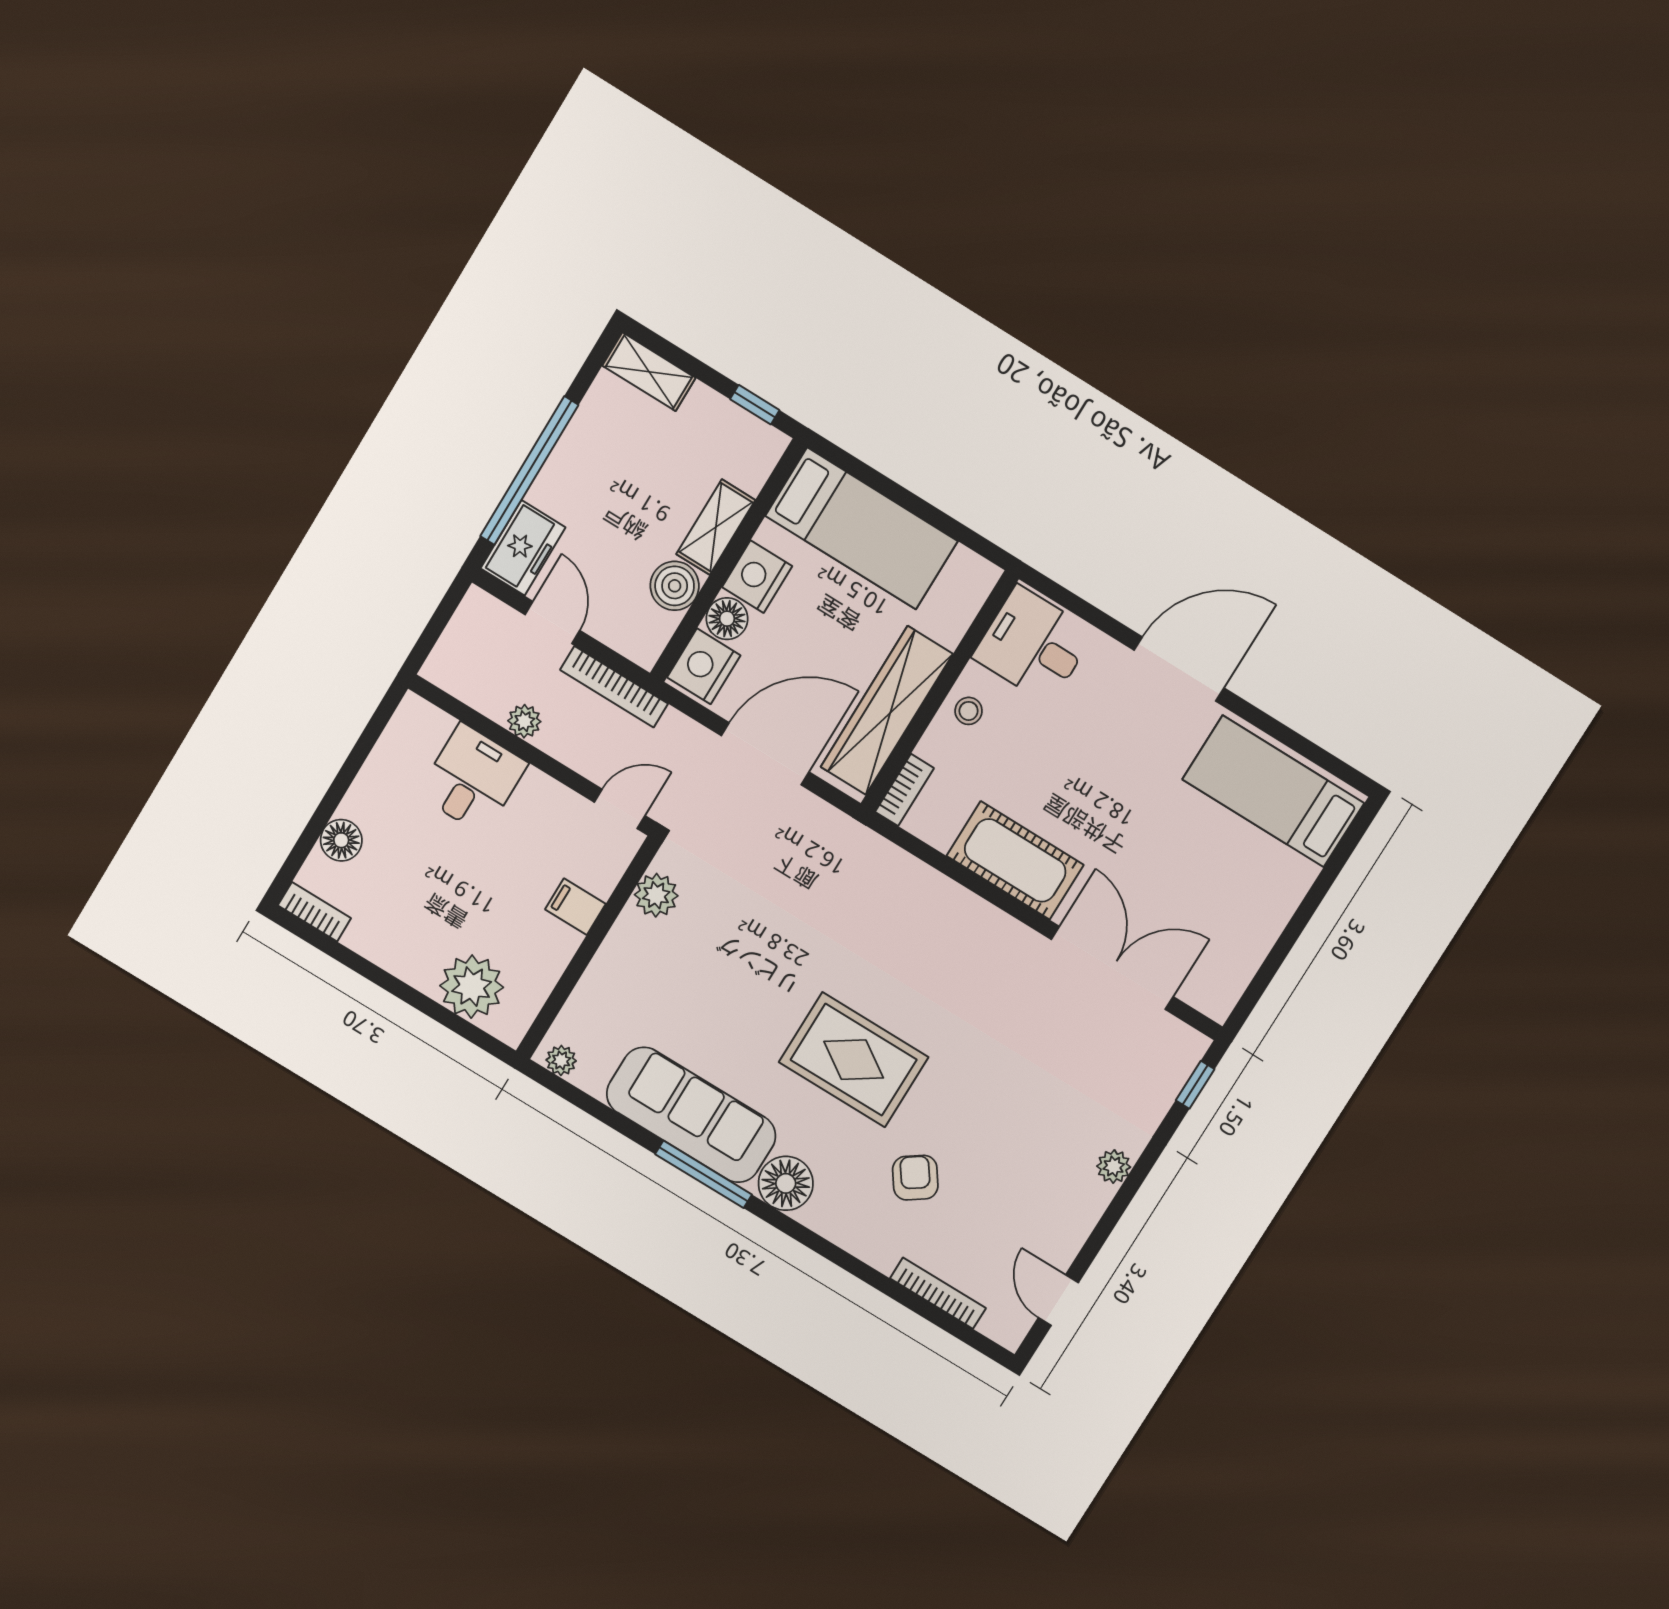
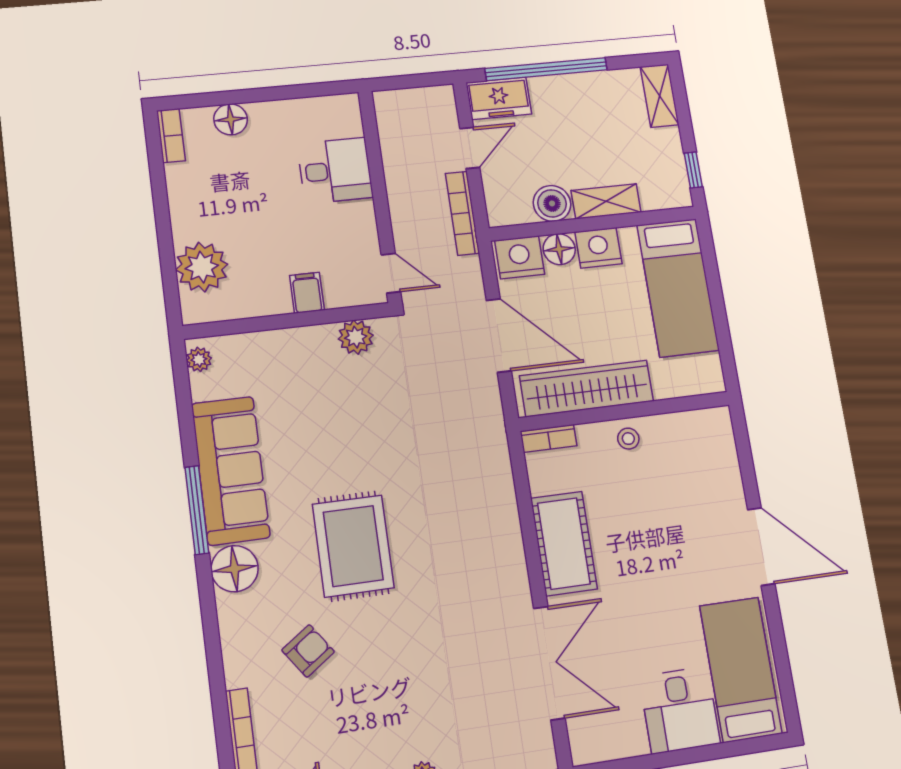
desk: (1033, 645) -> (680, 710), moved, turned 180
plant: (524, 721) -> (397, 175), removed

